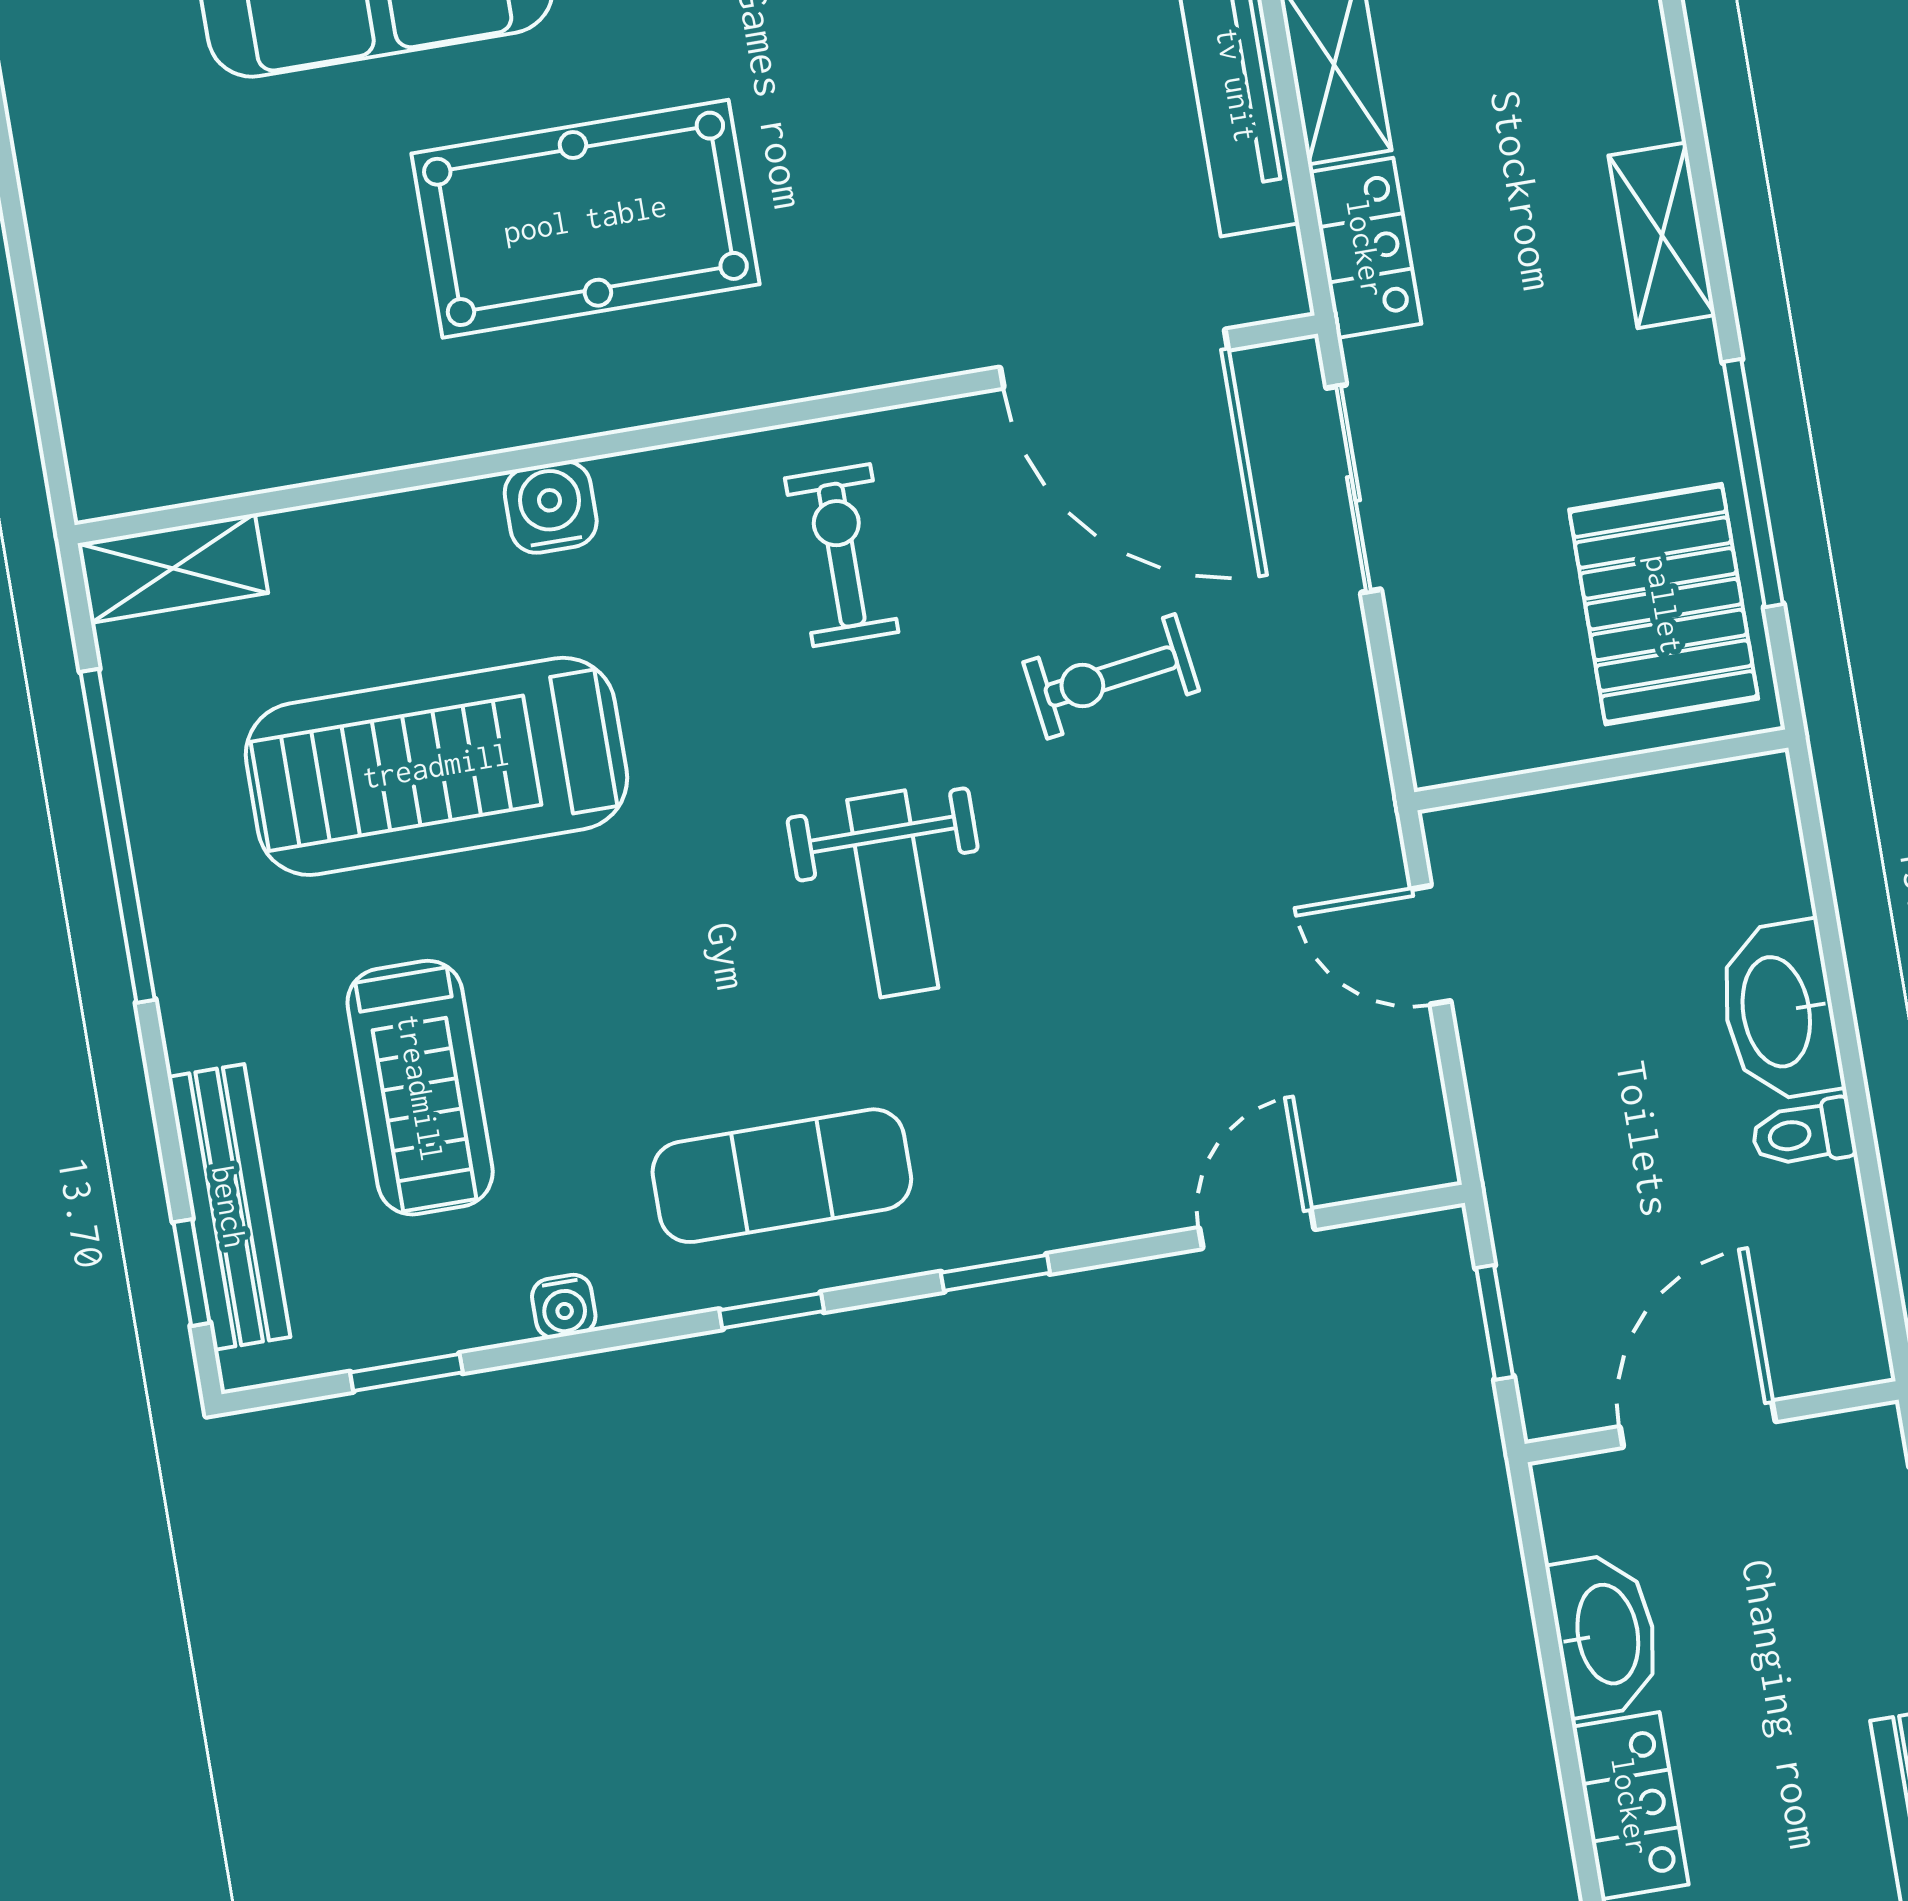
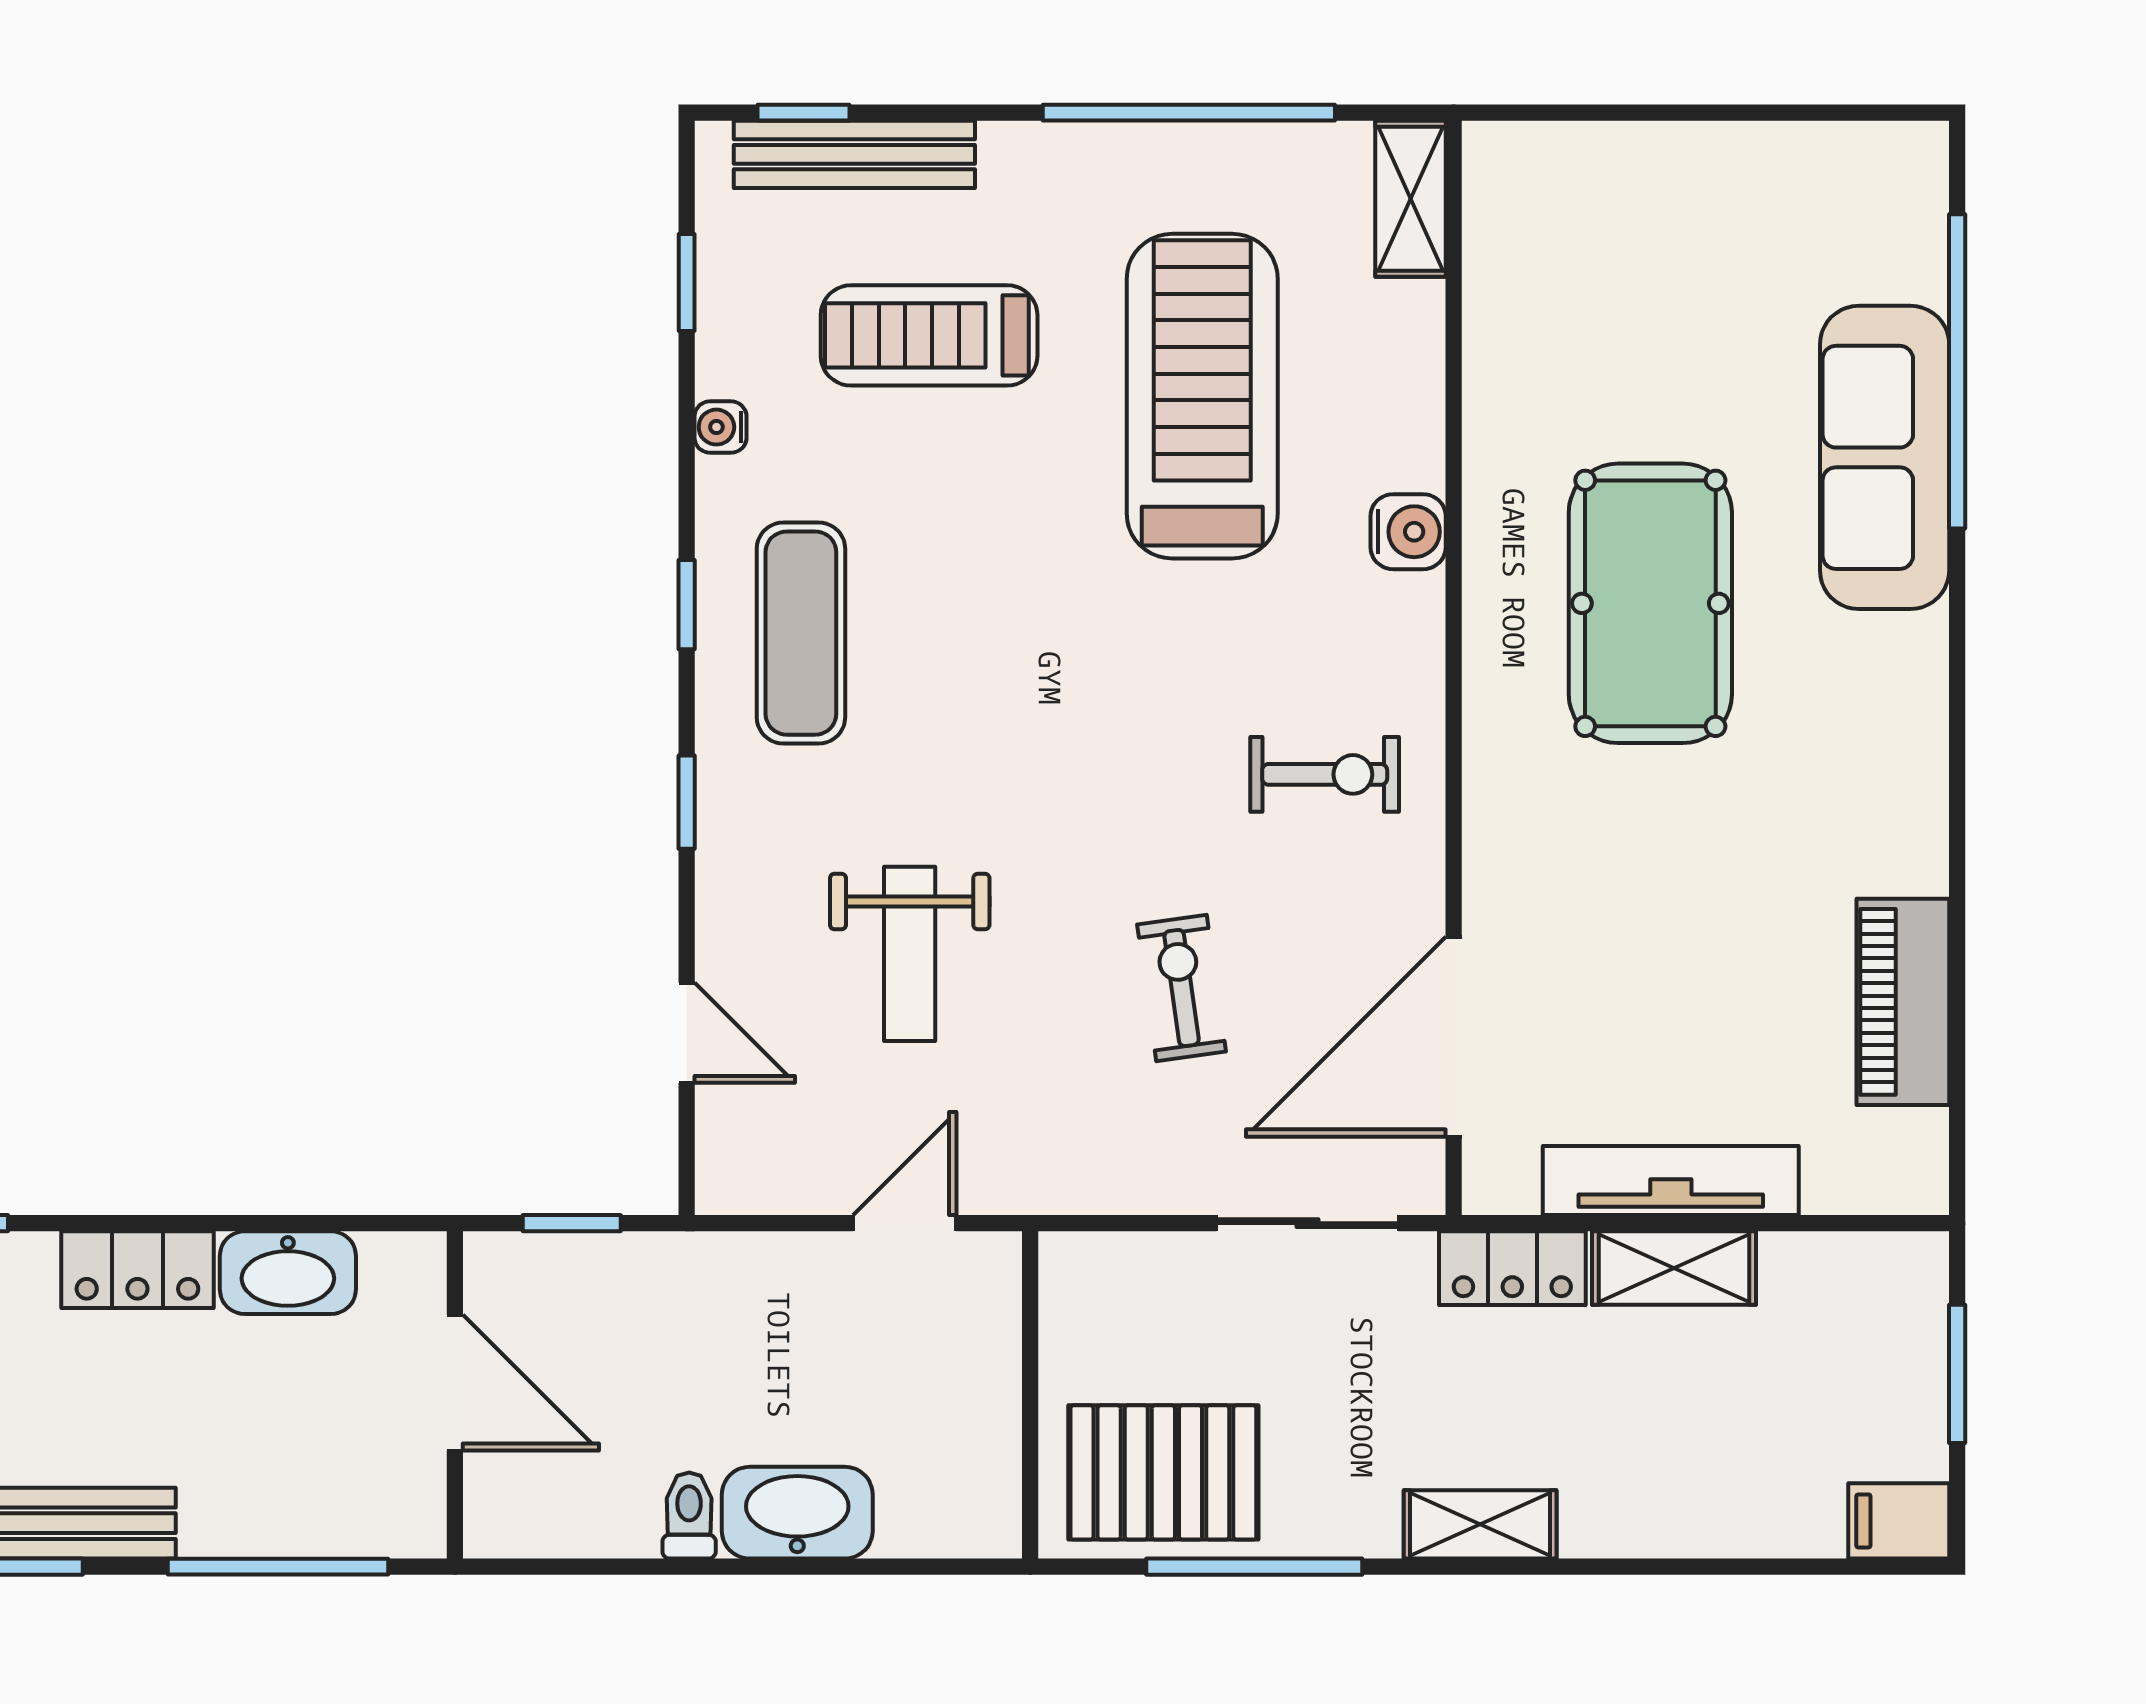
weight bench: (893, 894) -> (910, 954), moved, turned -90

